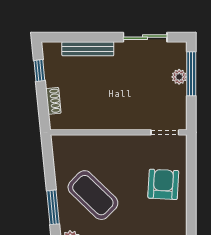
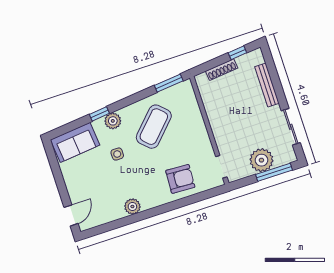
plant: (179, 77) -> (261, 160), width x1.88, depth x1.88
shoe rack: (53, 101) -> (222, 70), width x1.43
window: (53, 207) -> (169, 83), moved

